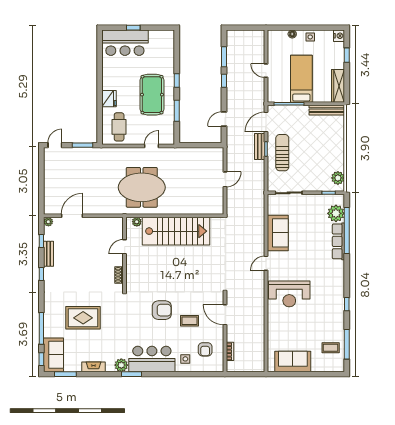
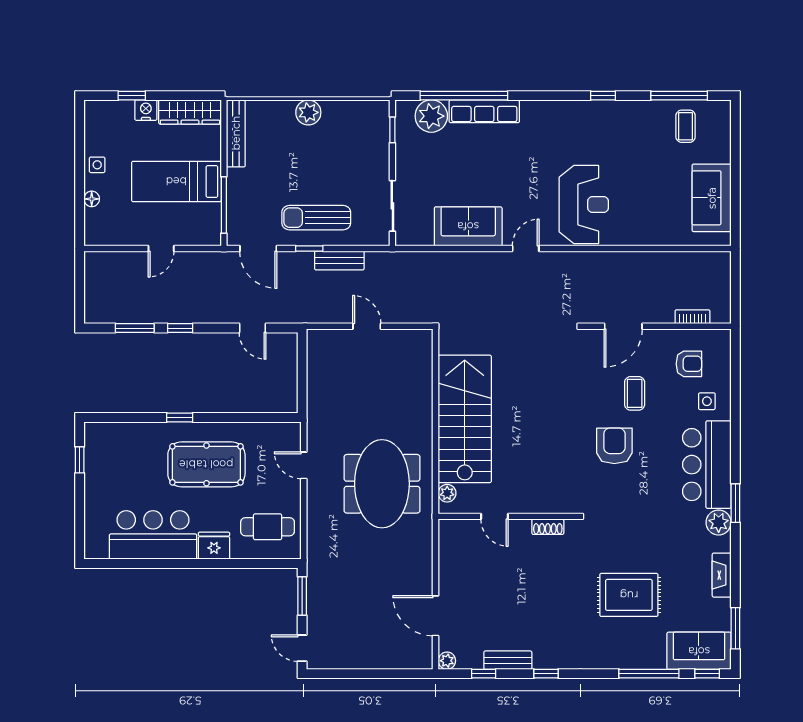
window: (133, 28) -> (80, 460), moved
nightstand: (339, 36) -> (146, 110), moved
bar counter: (125, 43) -> (153, 535), moved, turned -90
window: (177, 111) -> (237, 417), removed
bench: (260, 147) -> (339, 261), moved
plant: (338, 178) -> (308, 112), moved
door: (266, 263) -> (526, 249), swing flipped
rug: (83, 318) -> (629, 595), turned 90

